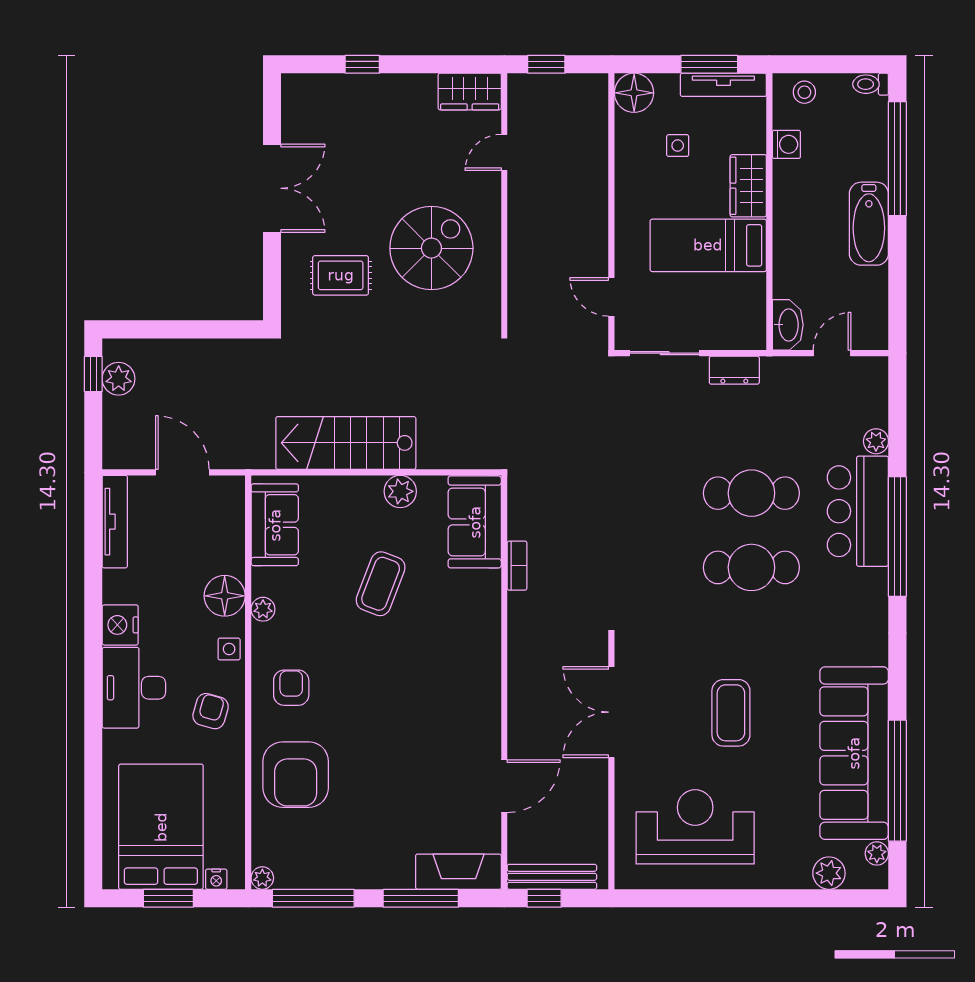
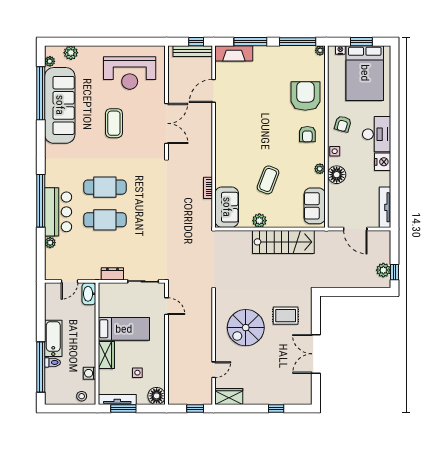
toilet: (871, 84) -> (53, 362), moved

